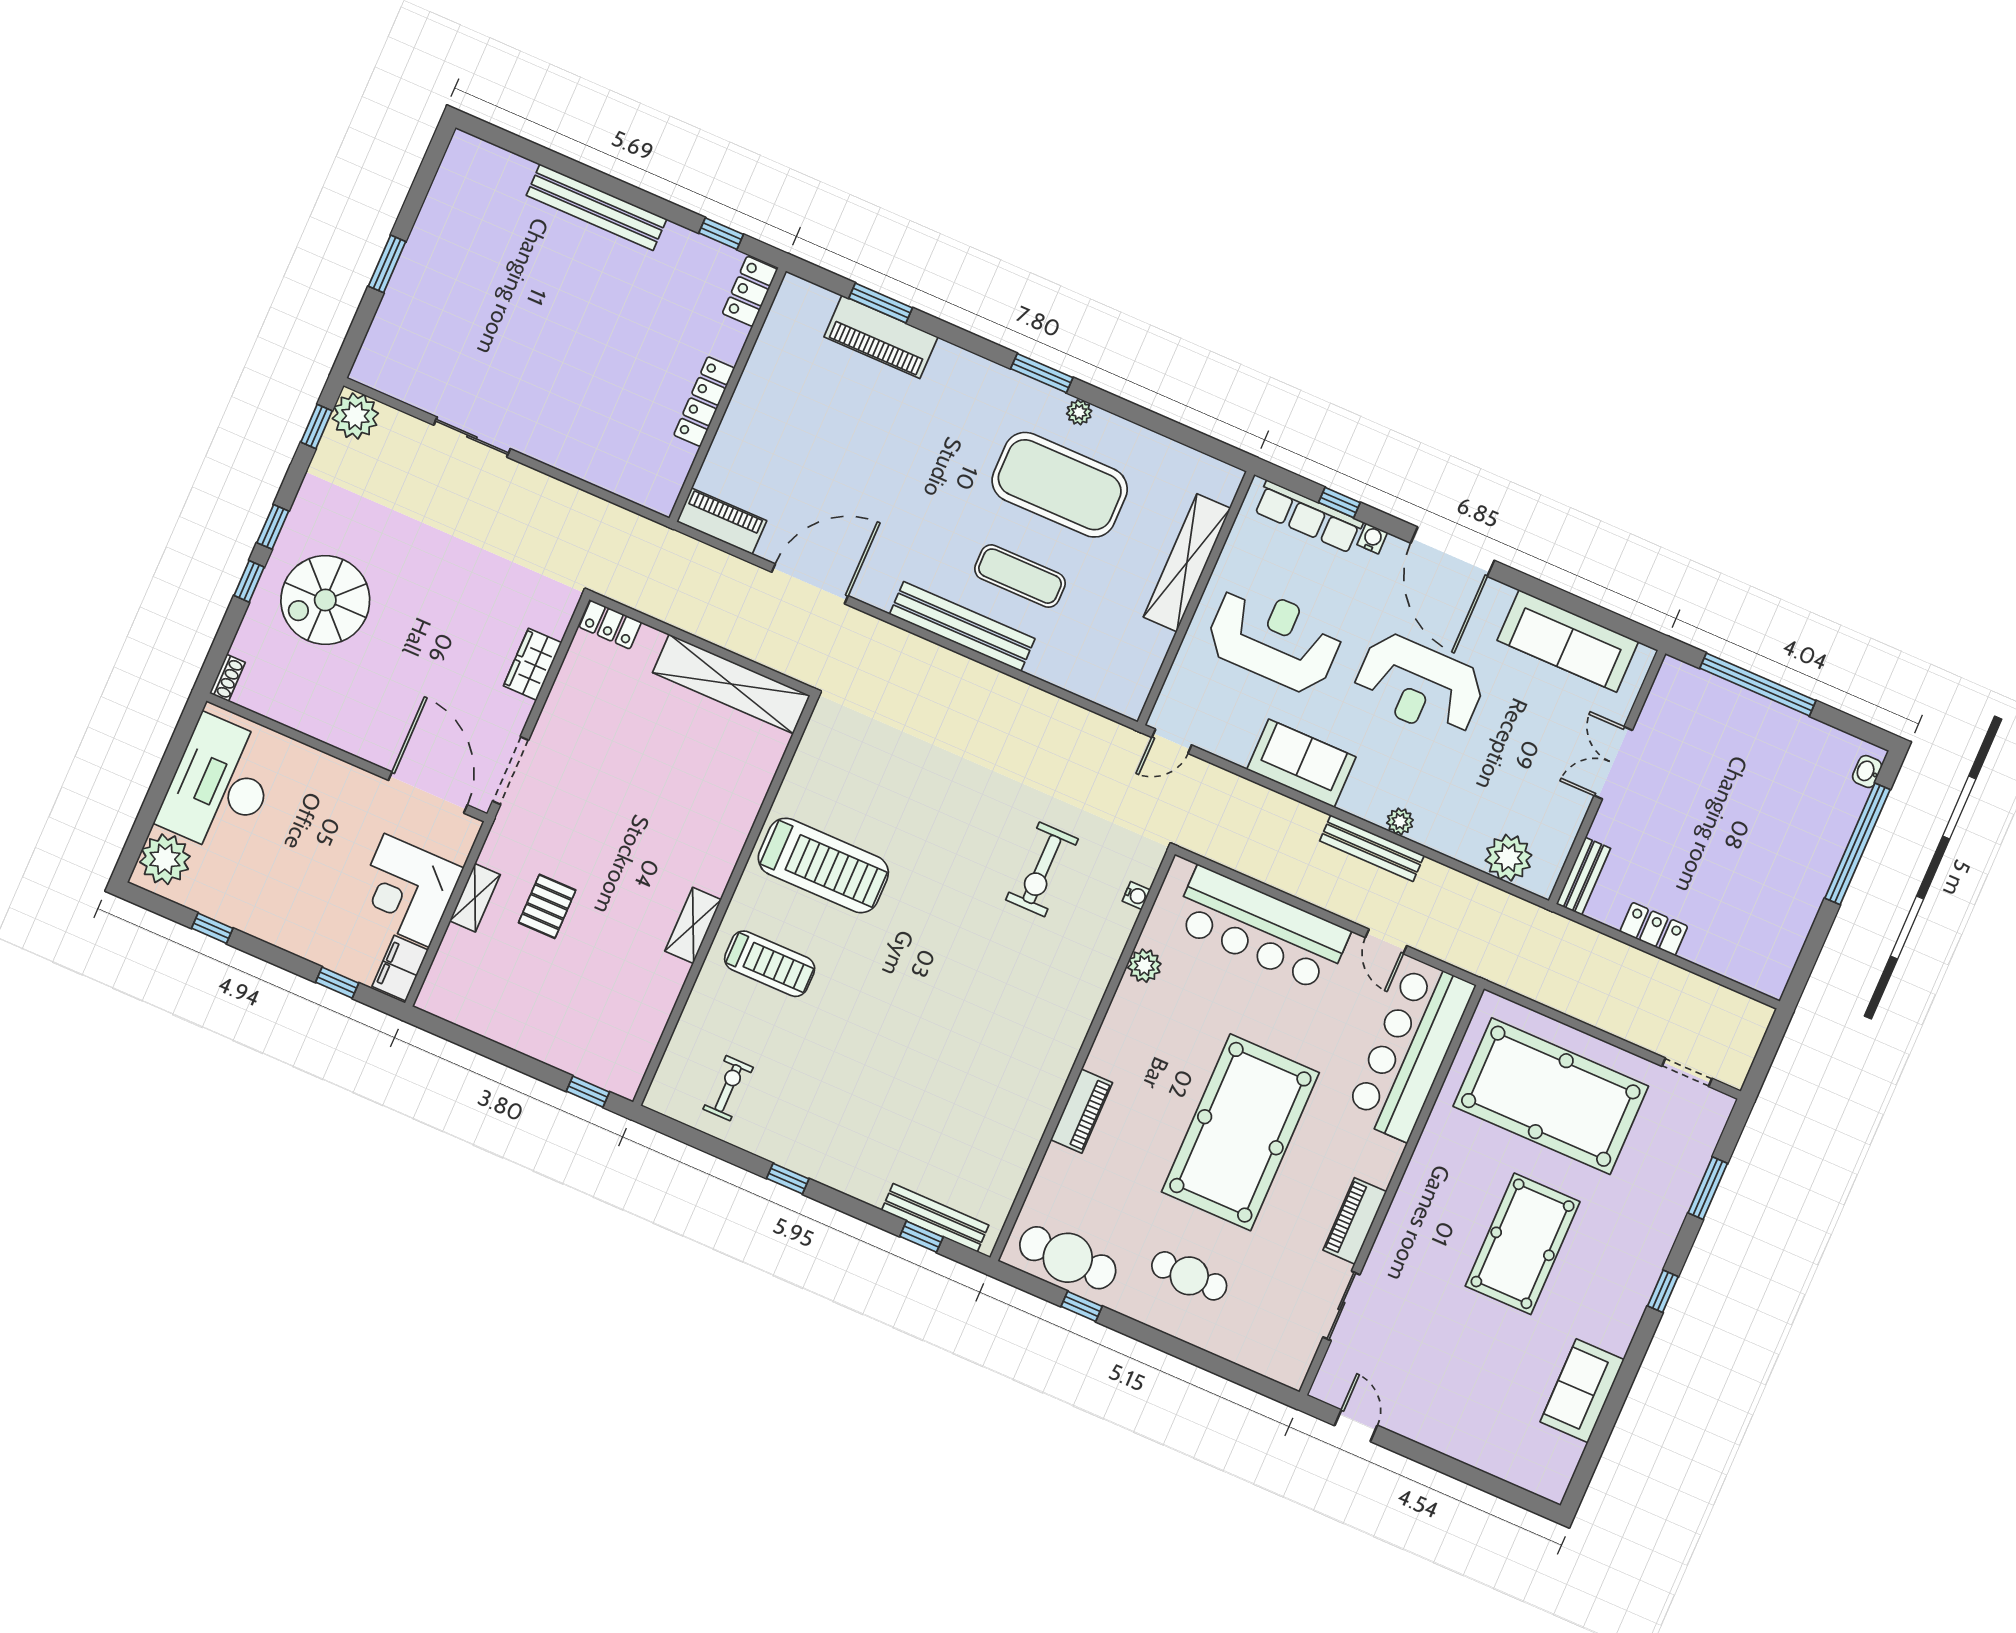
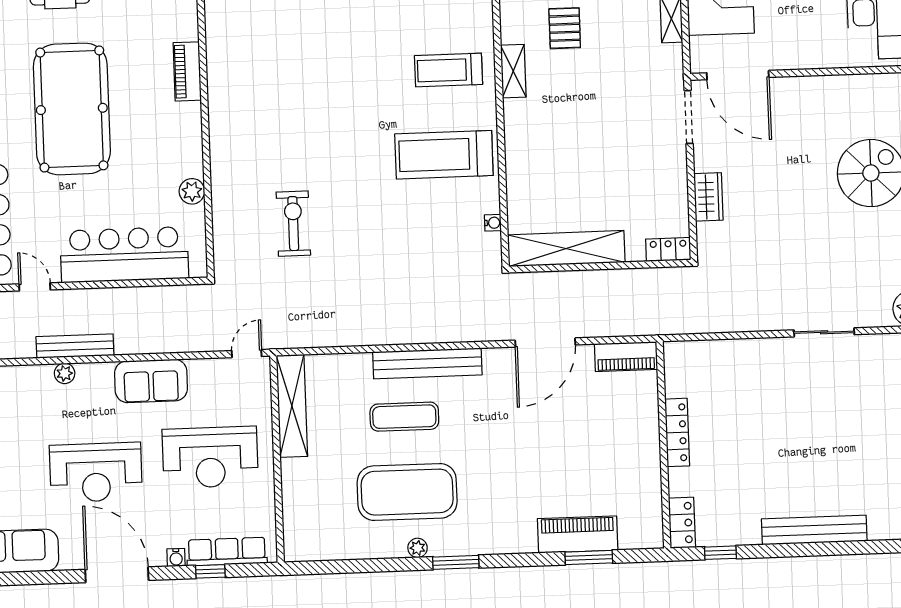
shelving: (1187, 563) -> (292, 406), moved
reception desk: (1419, 686) -> (96, 472), turned 180
water cooler: (1136, 895) -> (493, 223), moved, turned 180
pallet: (547, 906) -> (565, 28), moved

